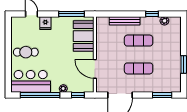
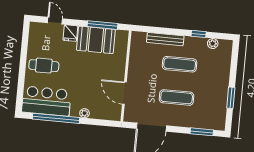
booth: (84, 36) -> (96, 40), moved, turned 90
window: (78, 95) -> (101, 123), removed

